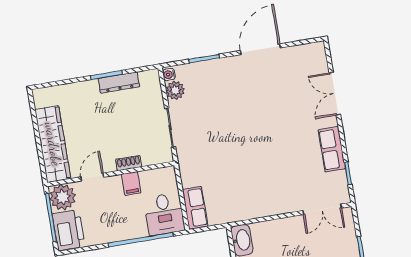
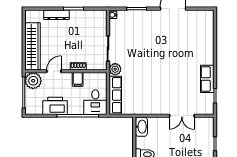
dresser: (119, 83) -> (56, 15), moved
plant: (175, 90) -> (115, 69), moved
double door: (335, 94) -> (215, 44), removed
row of seats: (195, 208) -> (115, 95), width x1.48
double door: (322, 209) -> (182, 116), moved
printer: (69, 230) -> (55, 106), moved, turned -90

